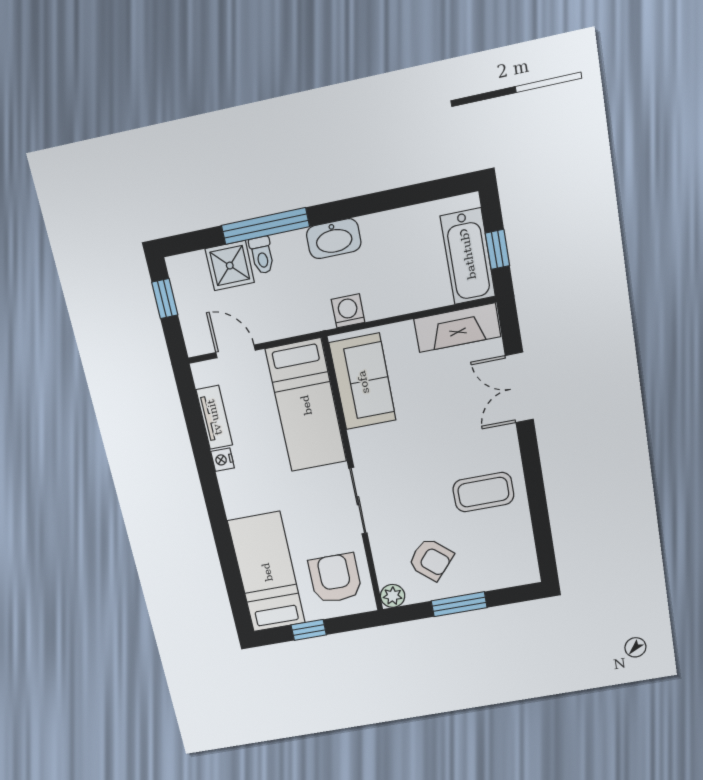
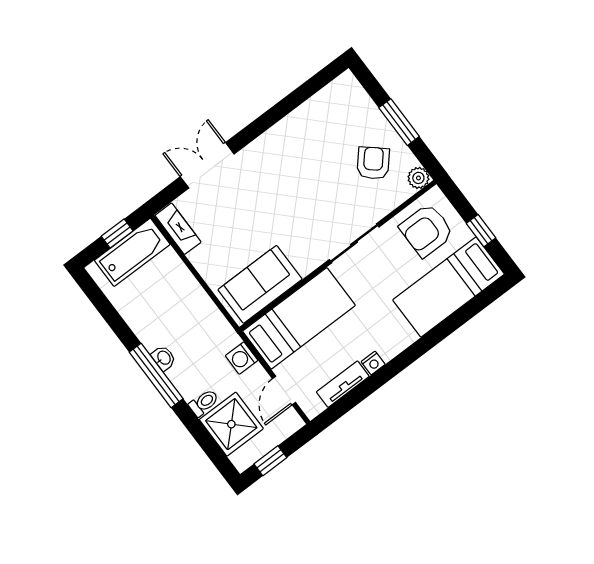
window: (265, 226) -> (156, 375), moved
washbasin: (334, 239) -> (164, 358), width x0.52, depth x0.69
shower: (230, 266) -> (231, 424), width x1.36, depth x1.36
washing machine: (348, 311) -> (242, 358), moved
fireplace: (457, 328) -> (178, 229), width x0.73, depth x0.76
double door: (519, 388) -> (207, 165), swing flipped
coffee table: (483, 492) -> (299, 150), removed

